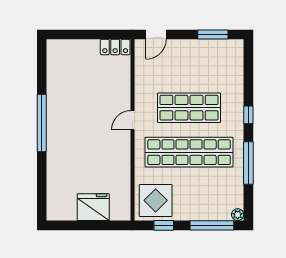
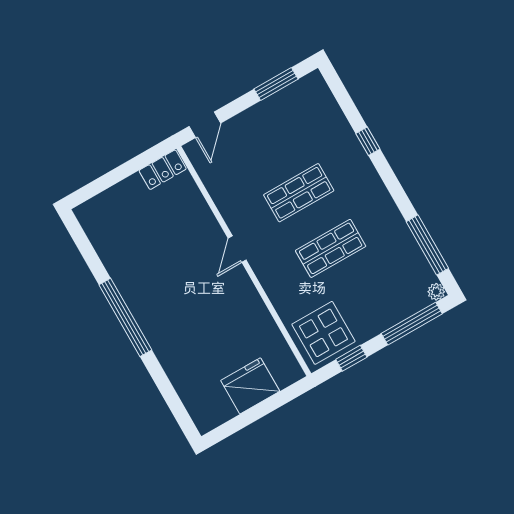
shop shelf: (189, 108) -> (299, 193), width x0.70, depth x0.74
window: (248, 115) -> (368, 141), moved
shop shelf: (189, 152) -> (331, 248), width x0.50, depth x0.74
window: (248, 163) -> (427, 245), moved

